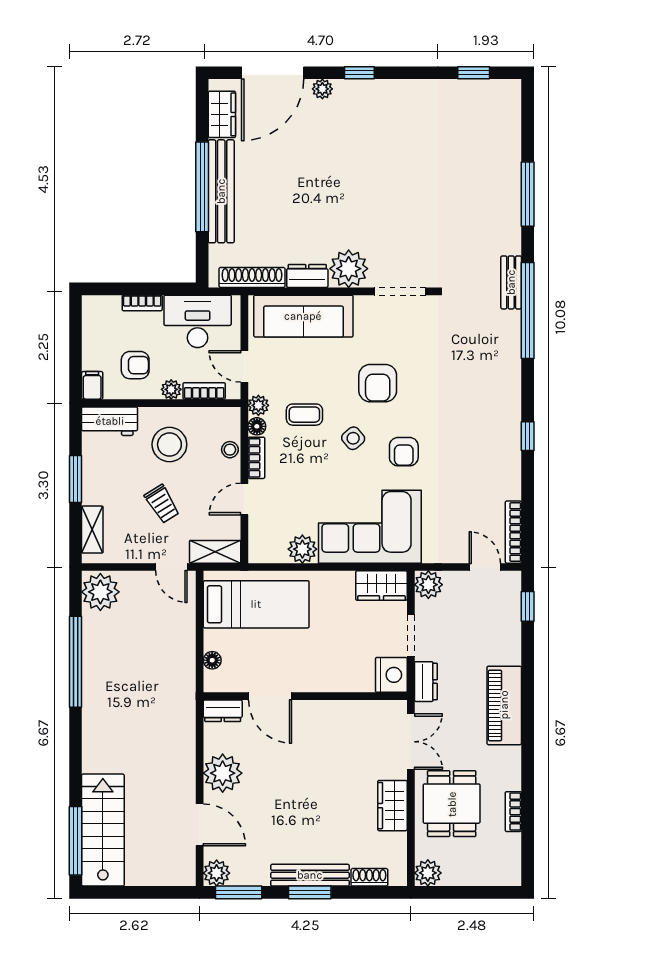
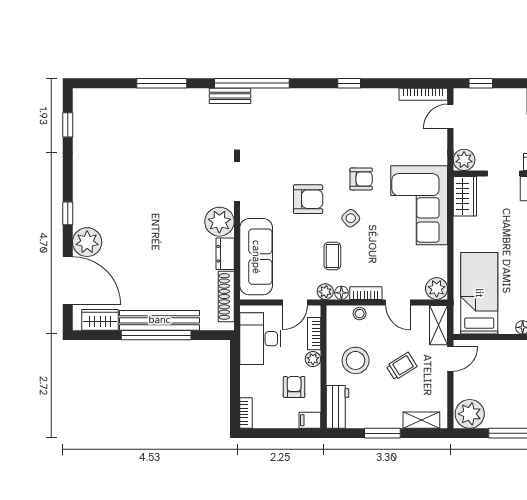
plant: (322, 89) -> (87, 242), width x1.88, depth x1.88
bookcase: (142, 303) -> (246, 413), moved
plant: (302, 549) -> (437, 289), moved

